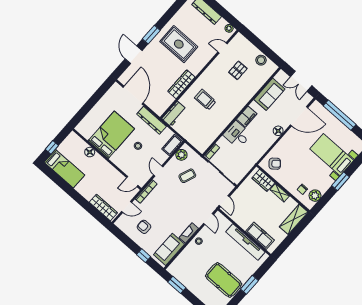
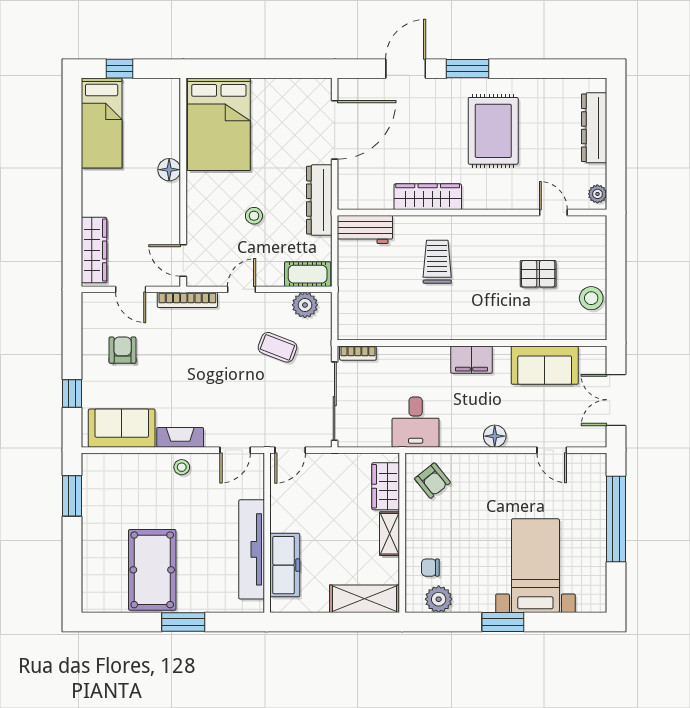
door: (299, 116) -> (552, 450), width x0.53
bed: (111, 135) -> (219, 124), moved, turned 90
desk: (237, 135) -> (416, 422), moved, turned 180
floor lamp: (90, 152) -> (169, 170), moved

